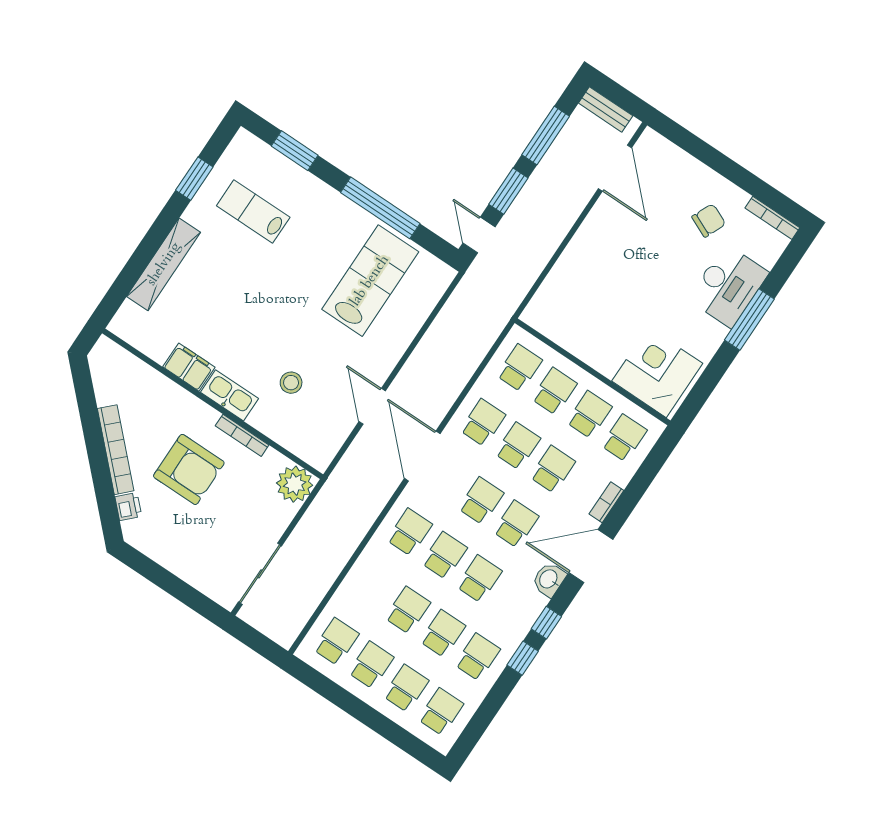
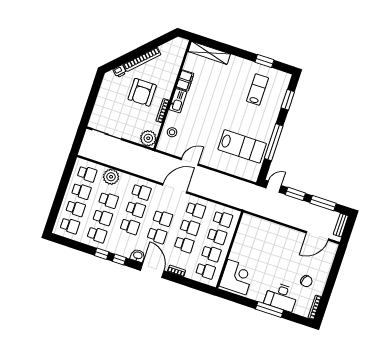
shelving: (164, 264) -> (209, 53), moved
stool: (291, 383) -> (172, 132), moved
plant: (357, 590) -> (111, 177), added

